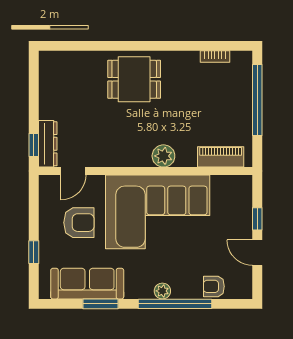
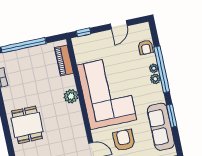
window: (257, 219) -> (83, 32), moved
plant: (179, 292) -> (154, 68), added

